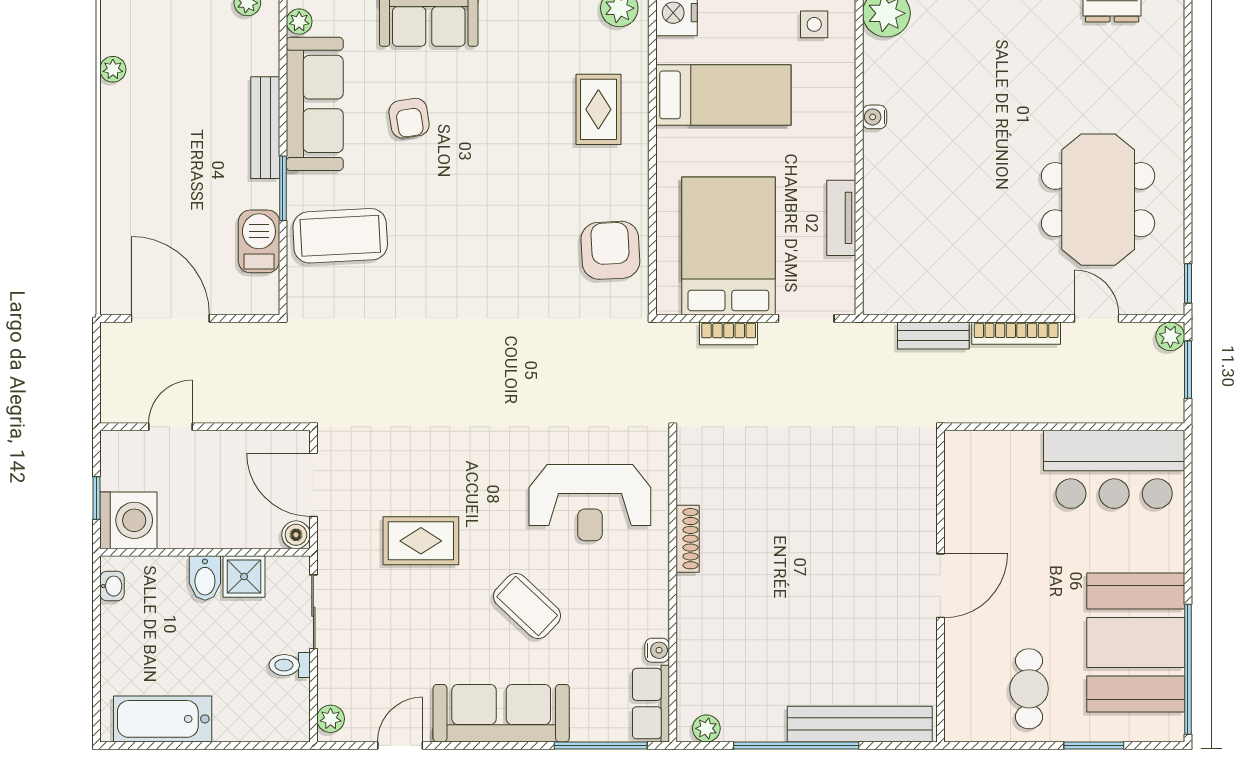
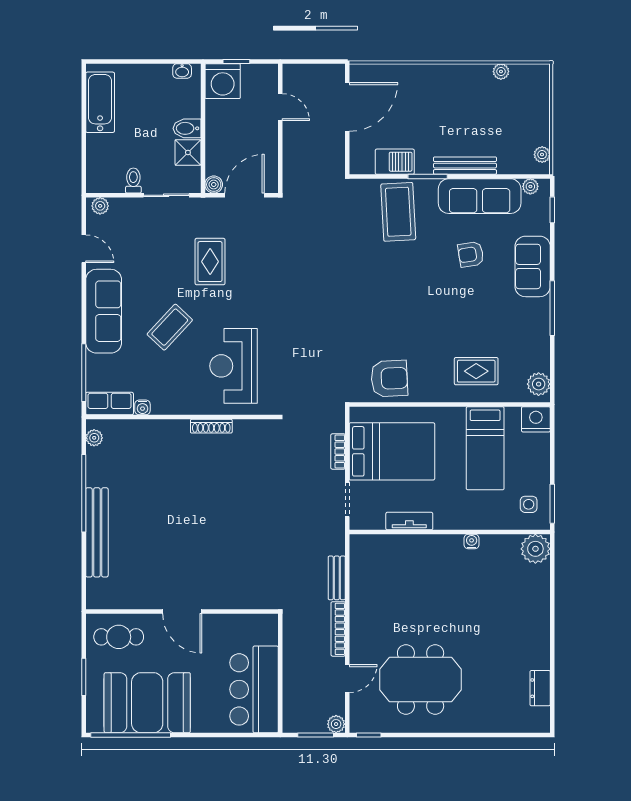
door: (940, 586) -> (182, 612), moved
wall: (940, 586) -> (182, 612), moved

